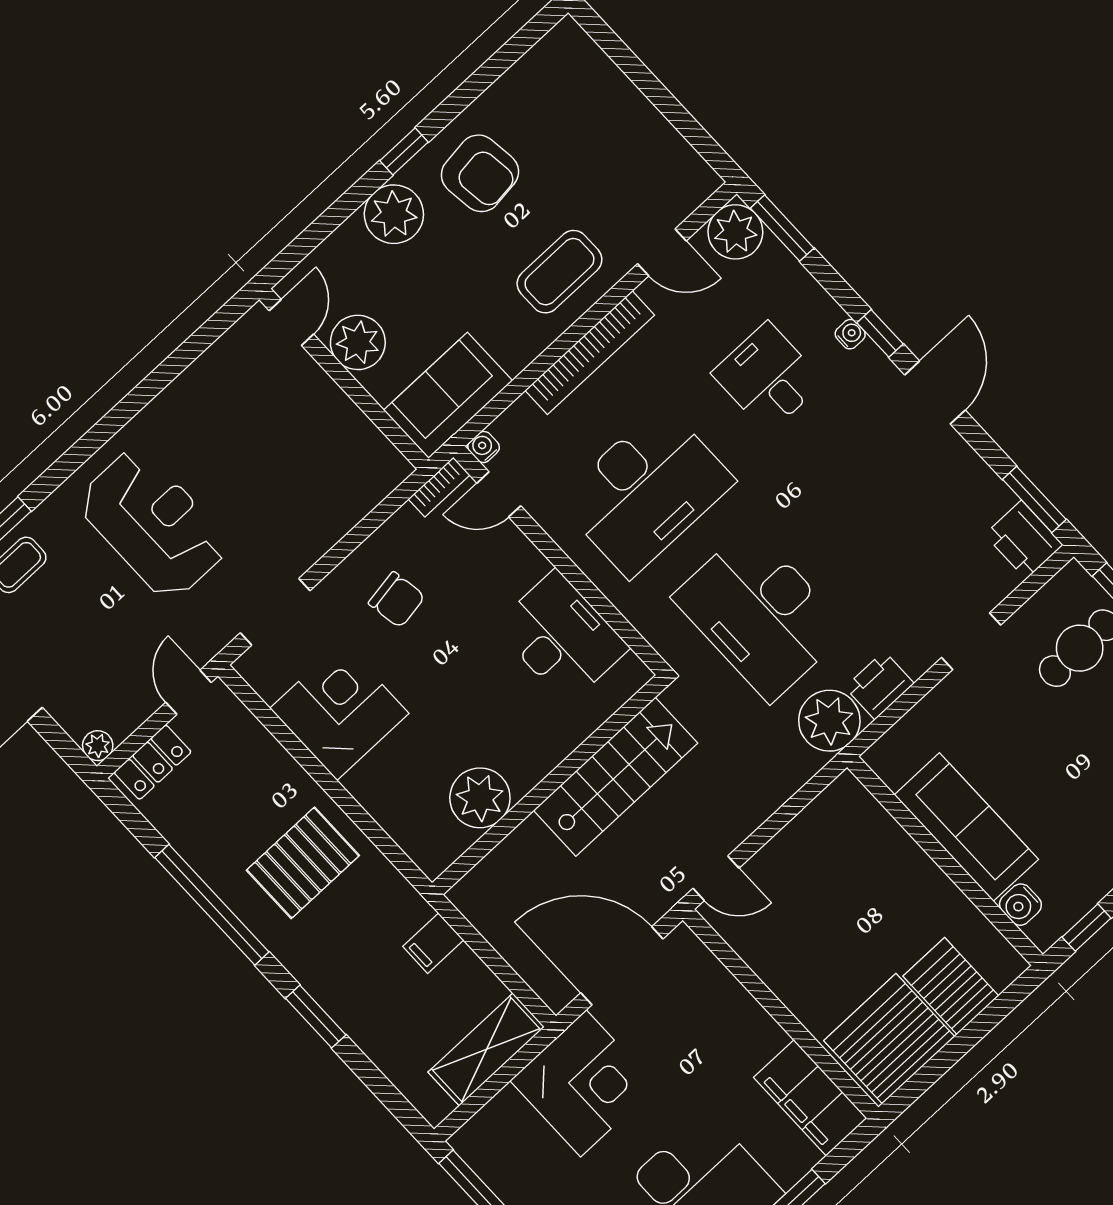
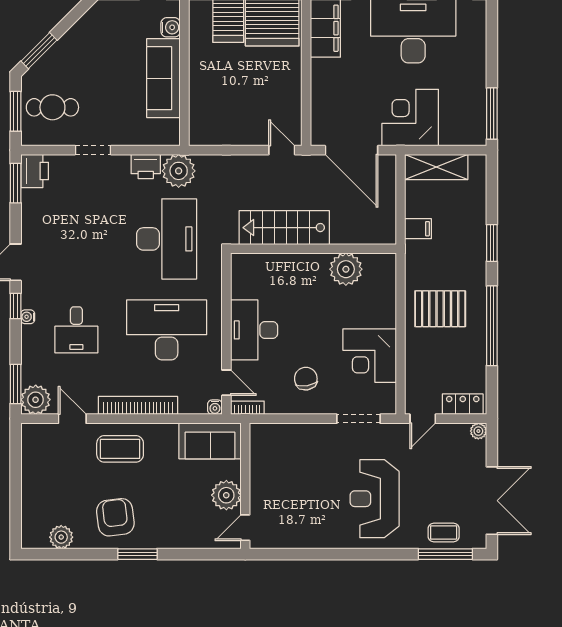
window: (404, 151) -> (137, 554), width x1.50
plant: (394, 214) -> (61, 537), moved, width x0.73, depth x0.73
desk: (562, 637) -> (254, 330), moved

